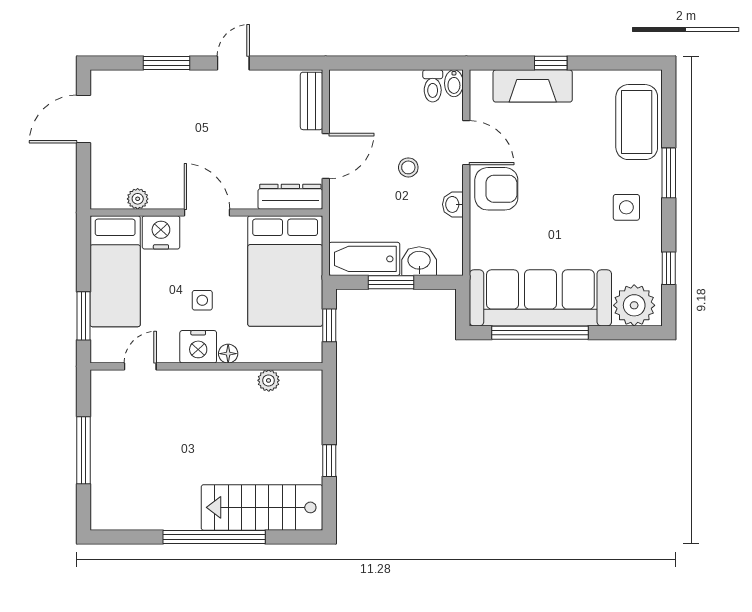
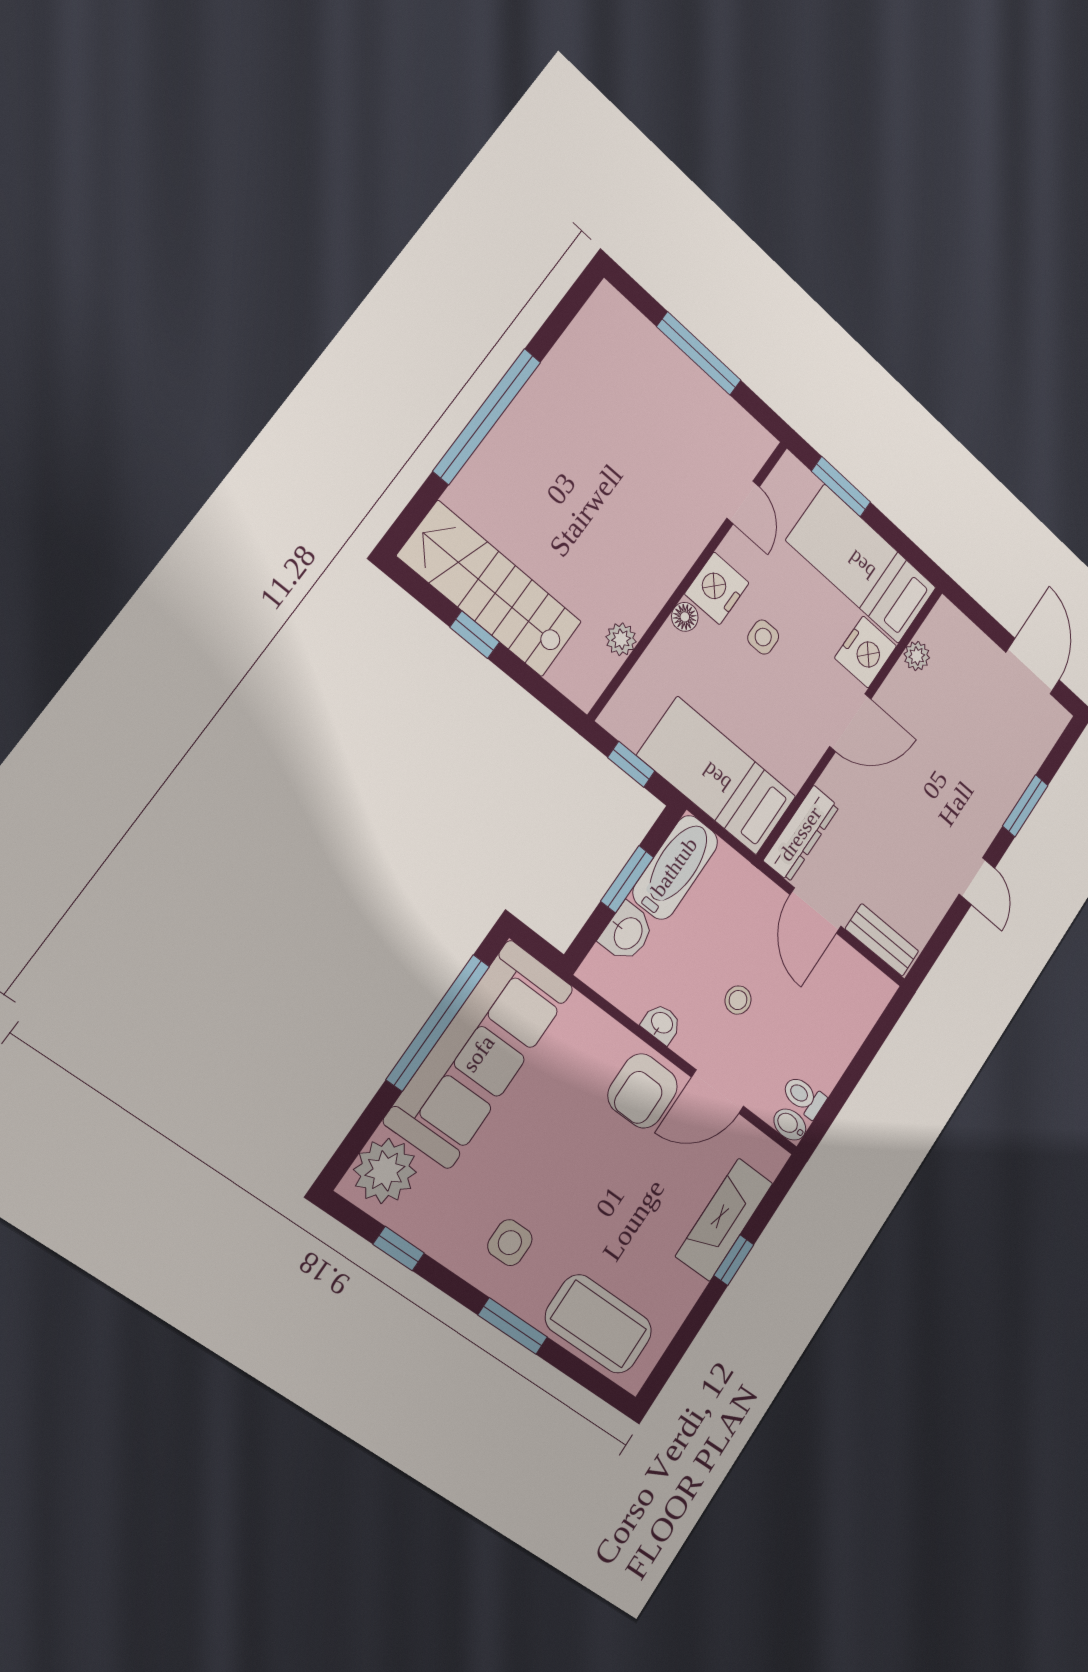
bed: (285, 271) -> (717, 776), width x0.67
stairs: (262, 507) -> (490, 589), moved, turned -90

